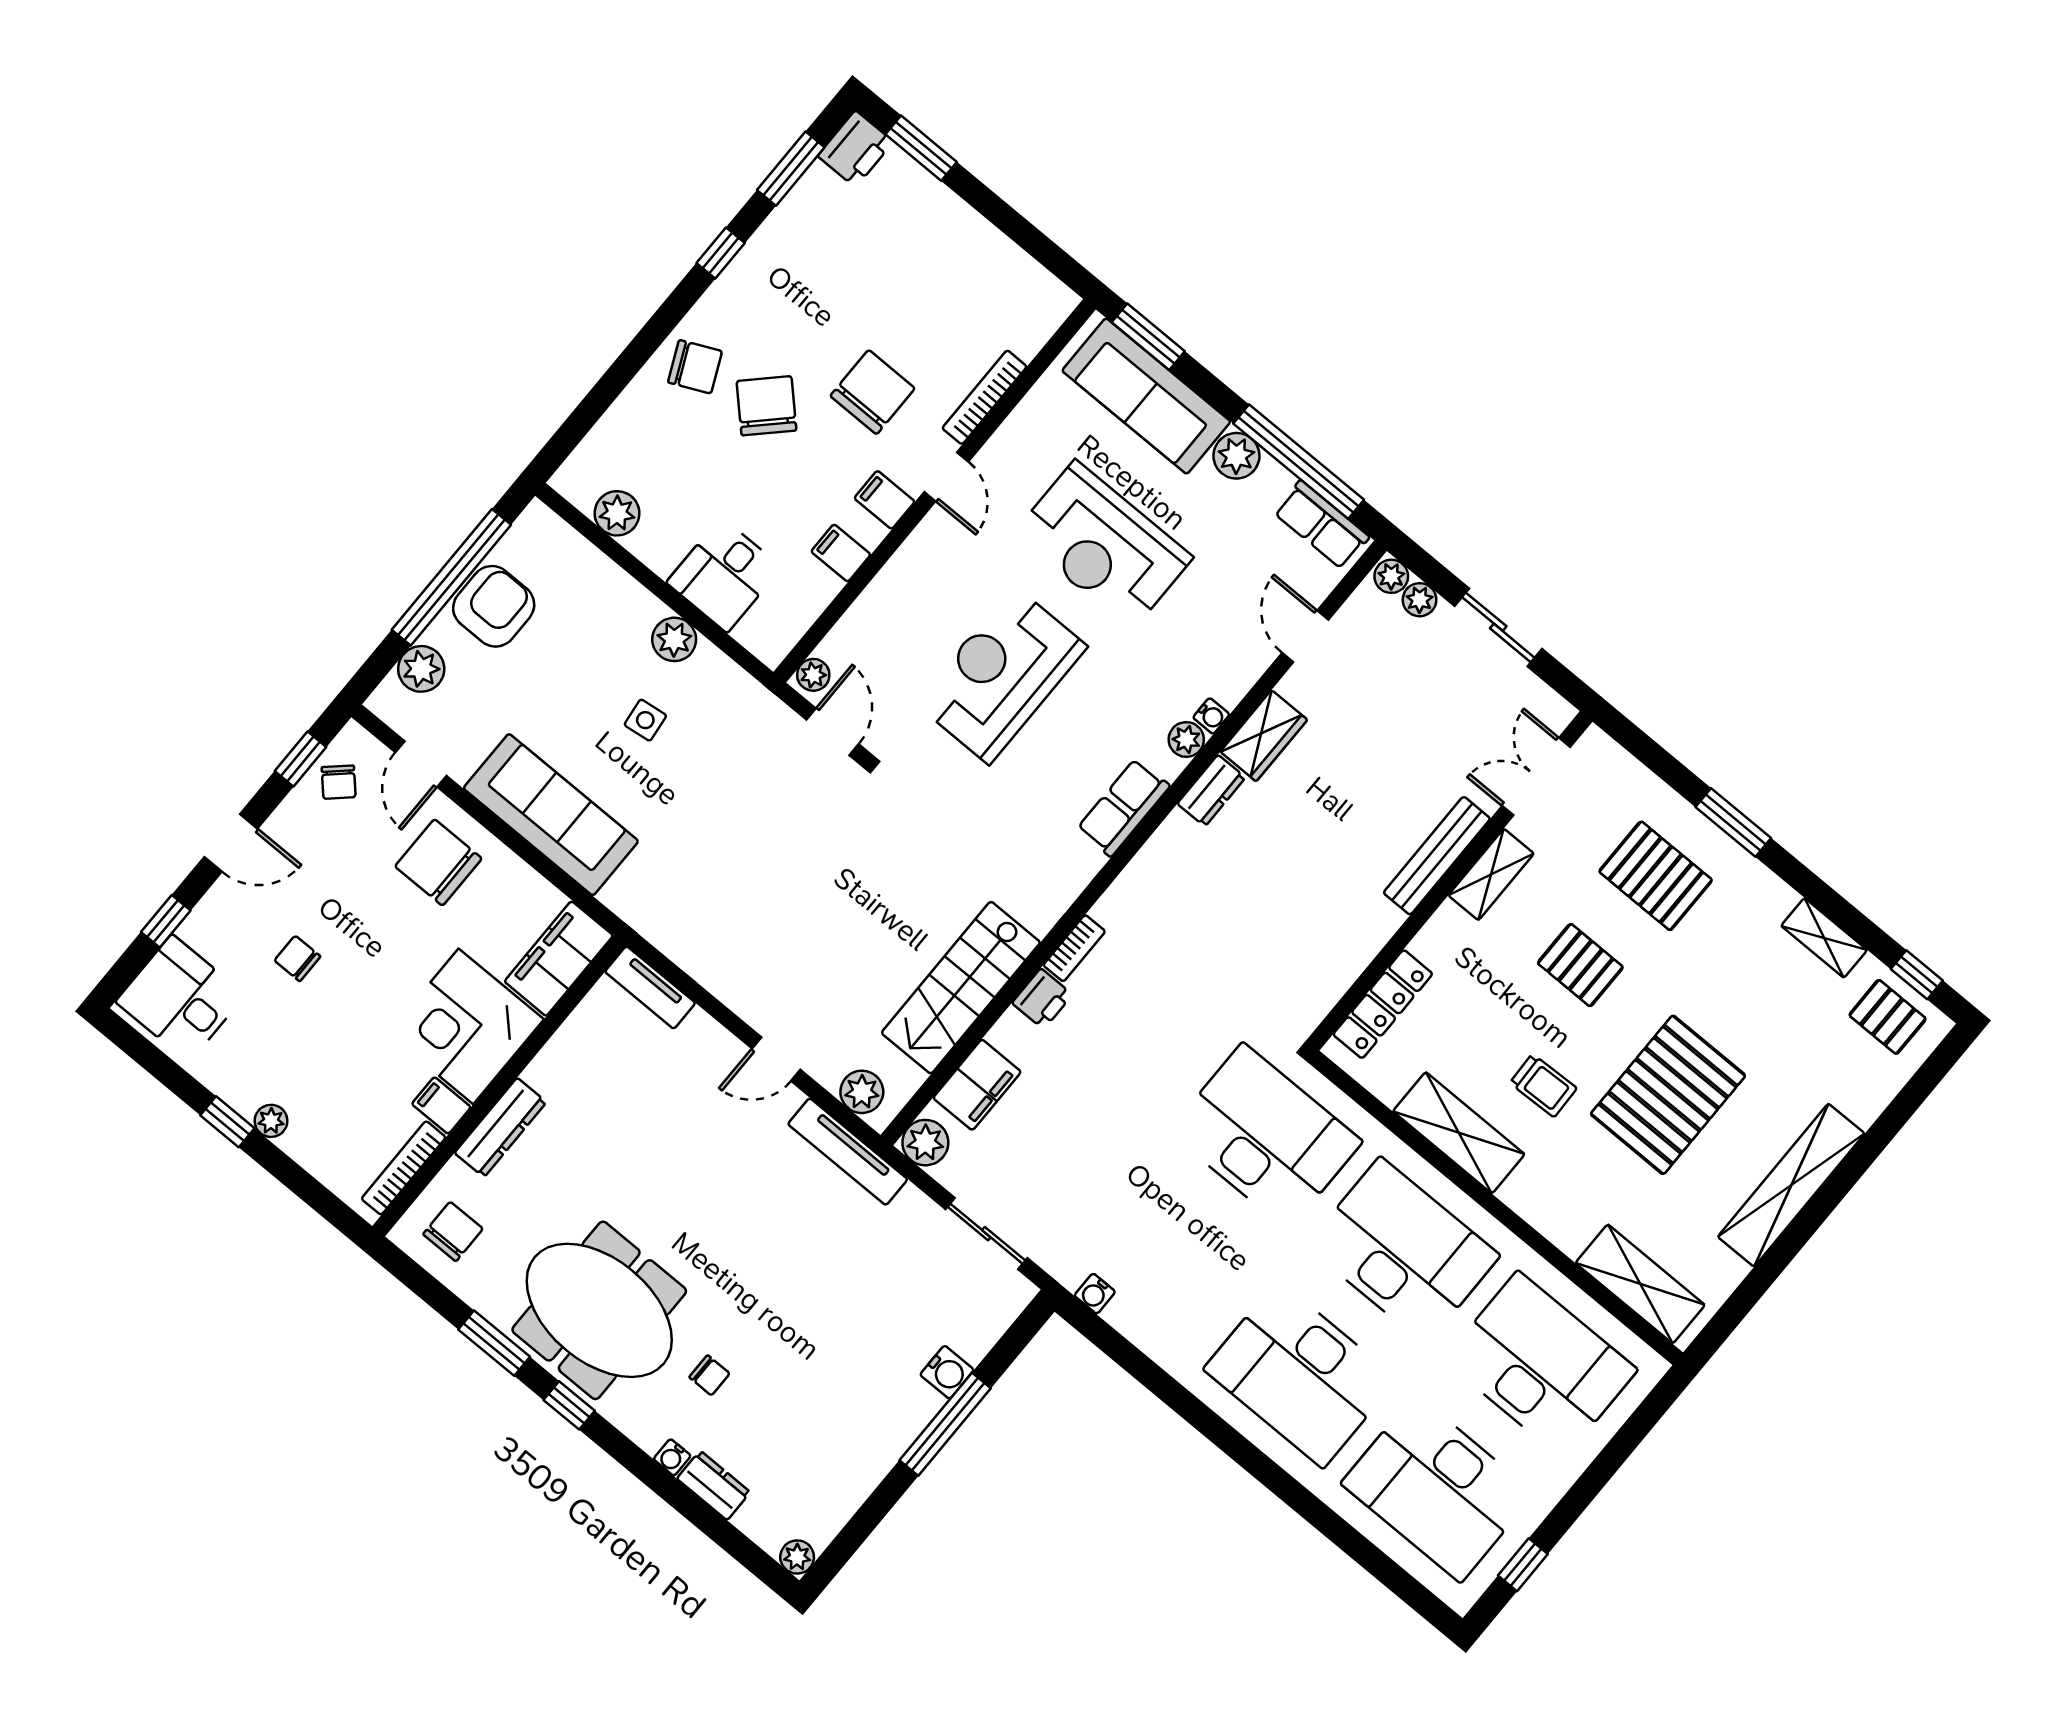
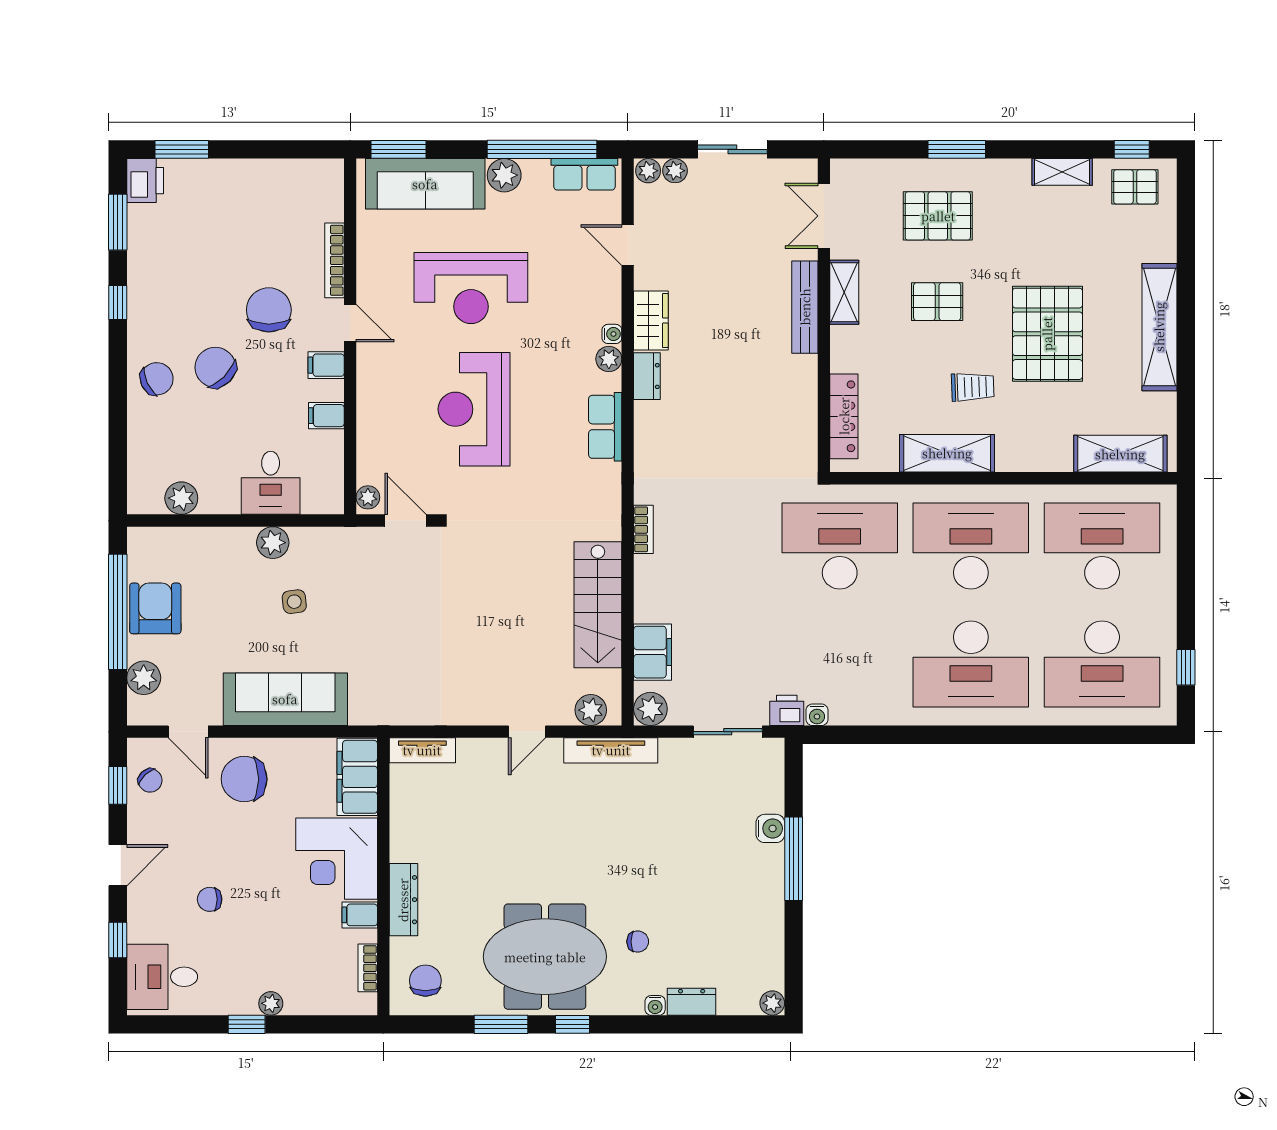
printer: (1042, 999) -> (787, 710), moved, turned -90
bookcase: (404, 1168) -> (368, 968), width x0.64

